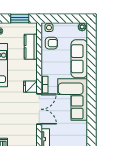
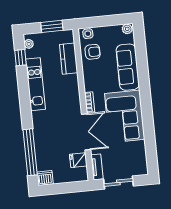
fridge: (30, 87) -> (78, 160), moved

